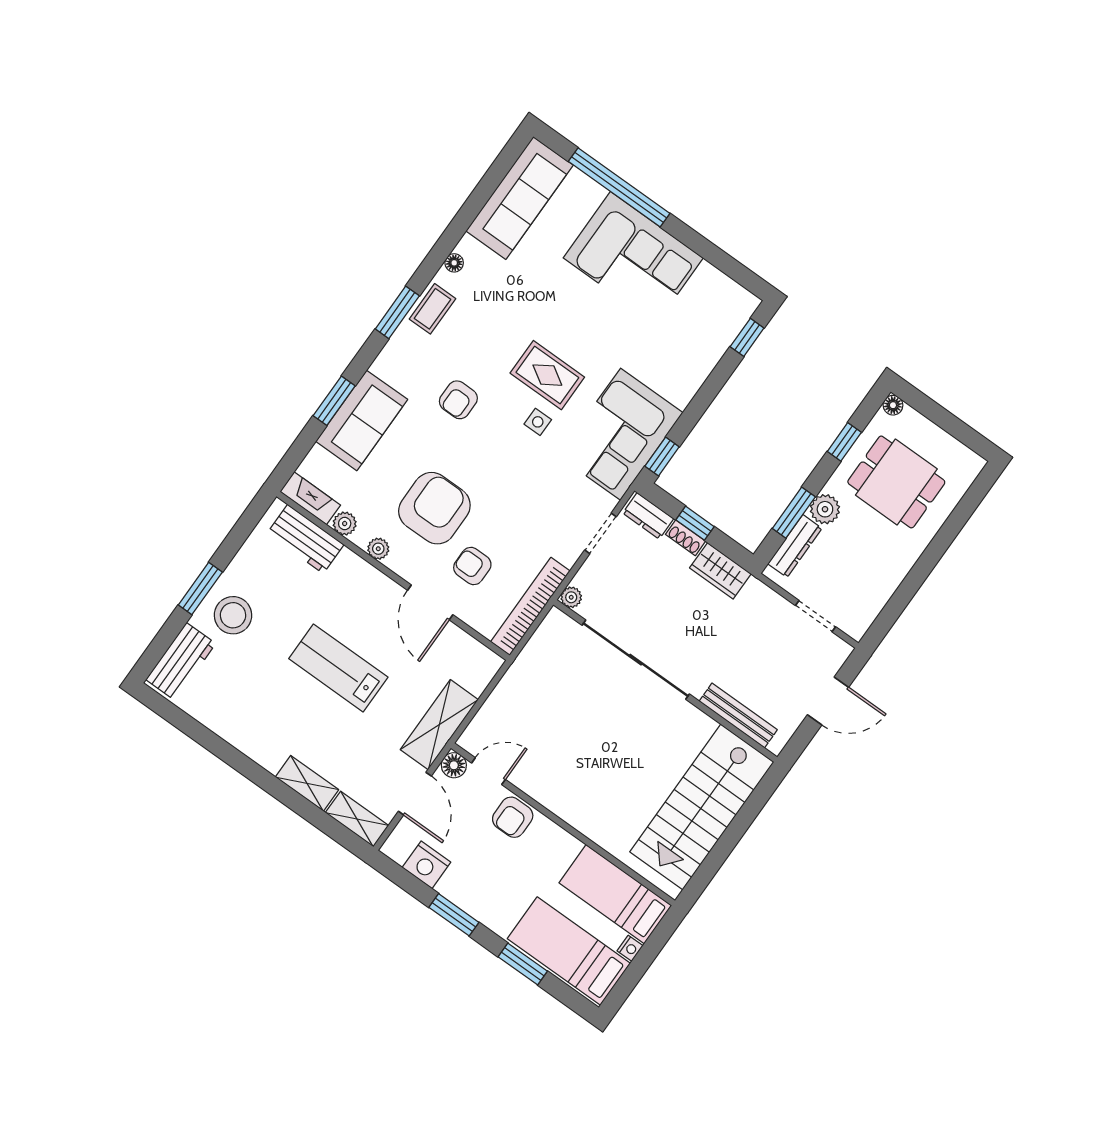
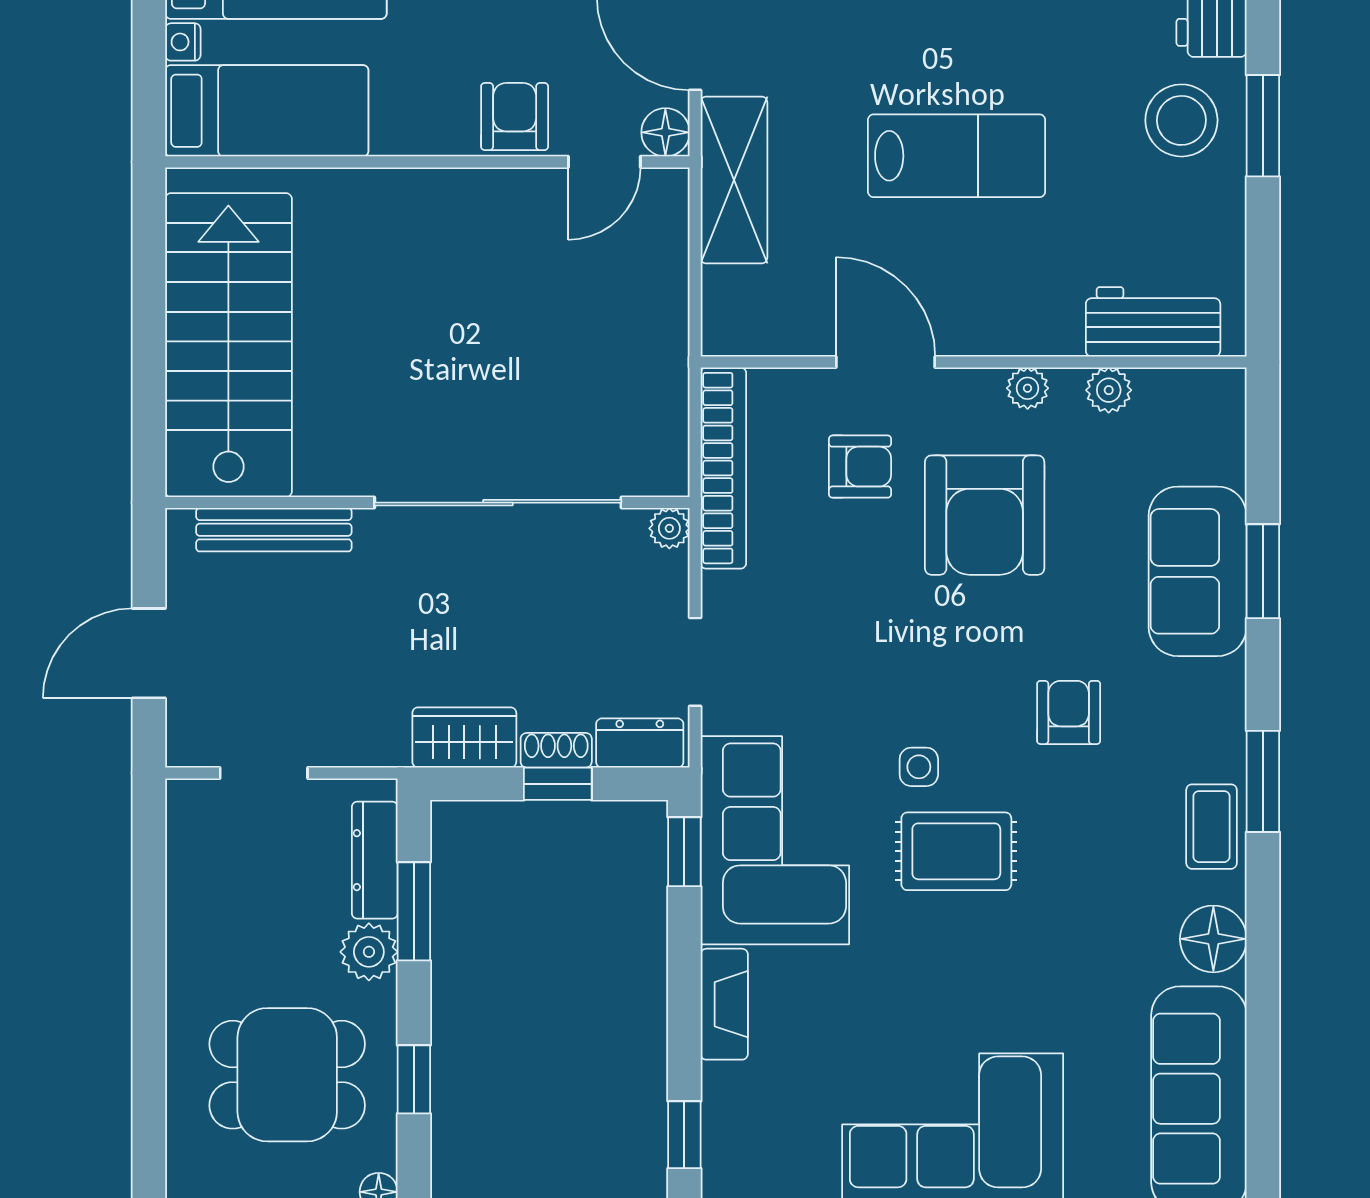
floor lamp: (454, 263) -> (1213, 939), width x1.89, depth x1.89
fireplace: (310, 498) -> (724, 1004), moved, turned -90

